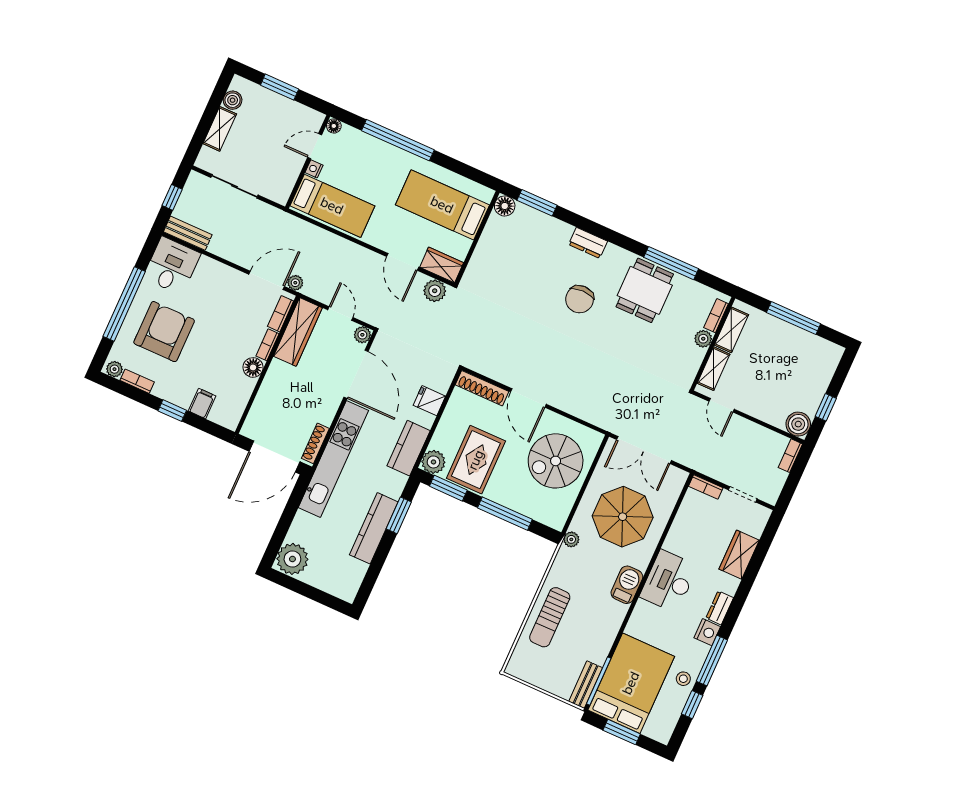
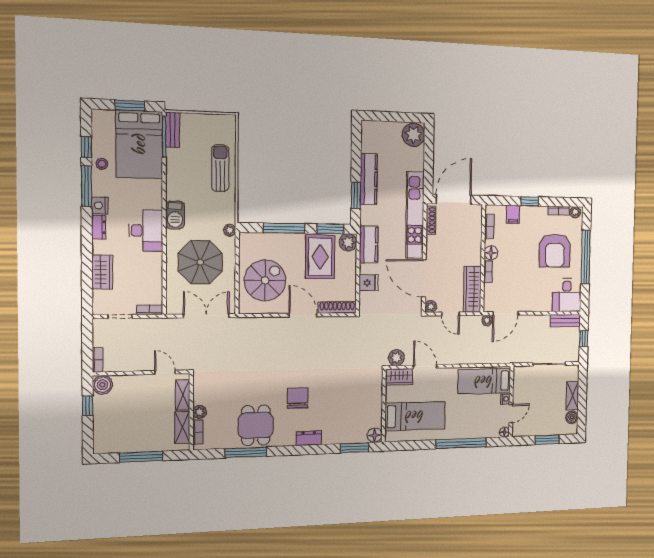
bookcase: (281, 314) -> (489, 226), moved

